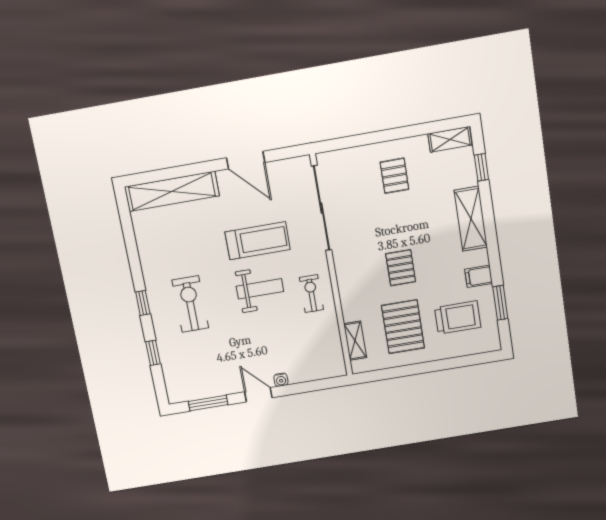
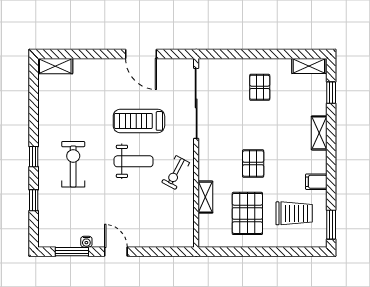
shelving: (172, 191) -> (55, 66), width x0.45, depth x0.75
shelving: (471, 219) -> (319, 133), width x0.67, depth x0.75
treadmill: (258, 241) -> (139, 121), turned 180
exercise bike: (311, 294) -> (176, 173), turned -152
window: (500, 303) -> (331, 225), moved
shelving: (355, 341) -> (205, 197), moved
water cooler: (281, 380) -> (86, 242), moved

